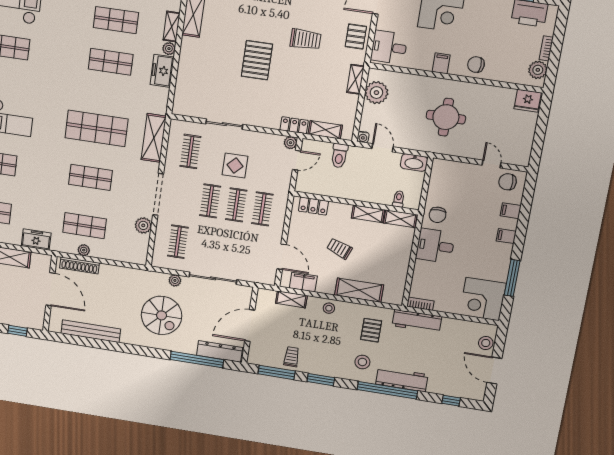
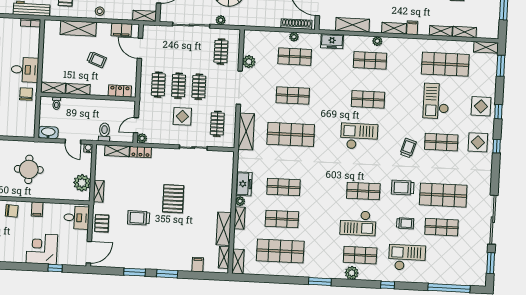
shelving: (291, 299) -> (145, 16), moved

